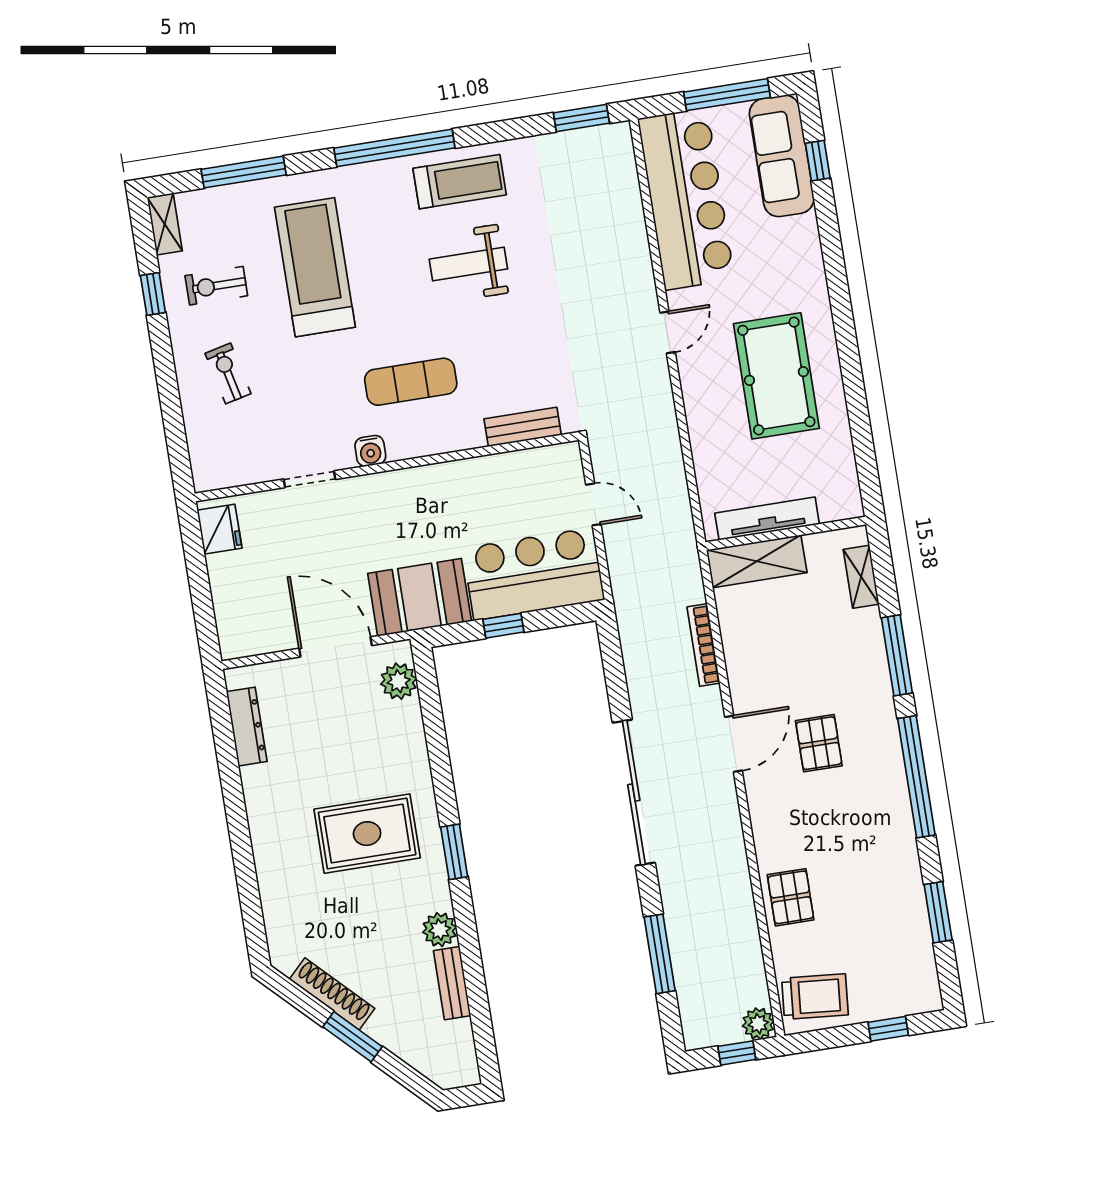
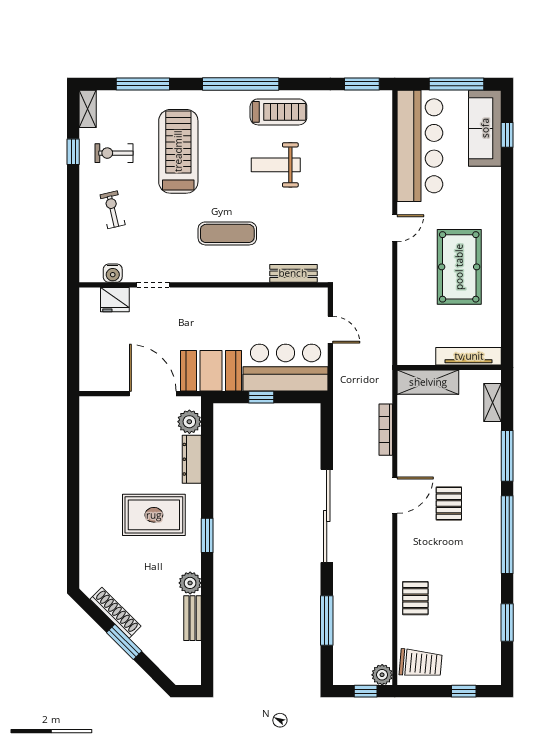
water cooler: (370, 451) -> (113, 273), moved
tv unit: (767, 519) -> (469, 356), moved
fridge: (220, 529) -> (115, 300), moved, turned 90
dresser: (247, 727) -> (192, 459), moved, turned 180

